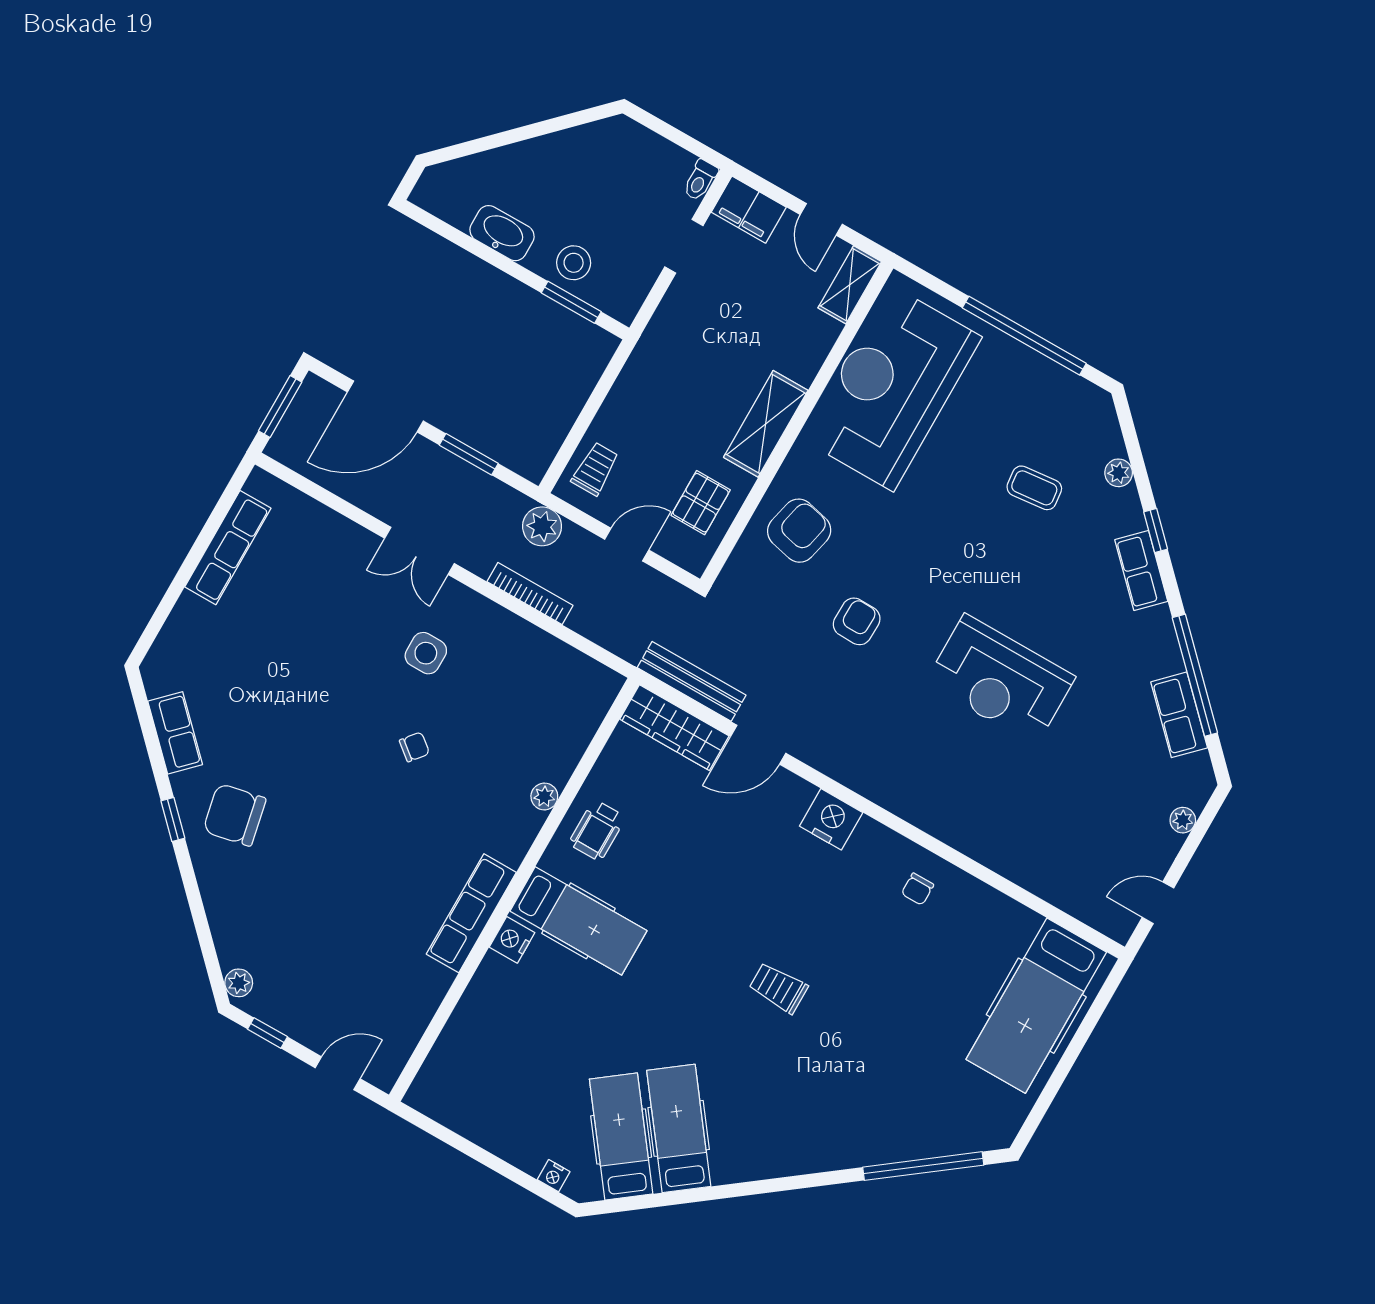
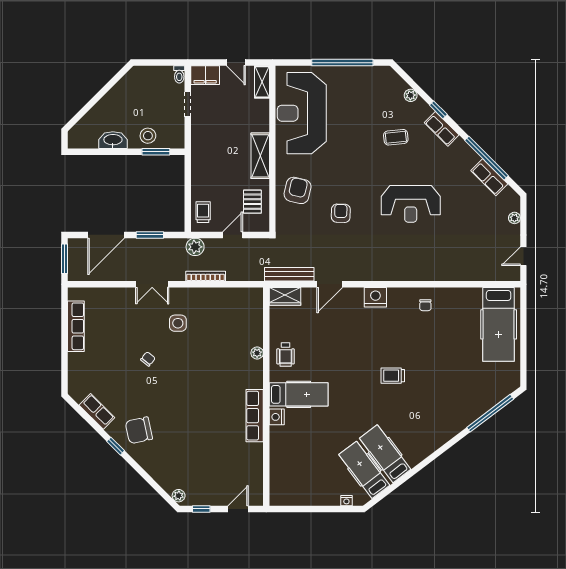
coffee table: (1034, 488) -> (396, 137), moved
wardrobe: (674, 728) -> (285, 296), width x0.67
chair: (414, 747) -> (148, 359), moved

